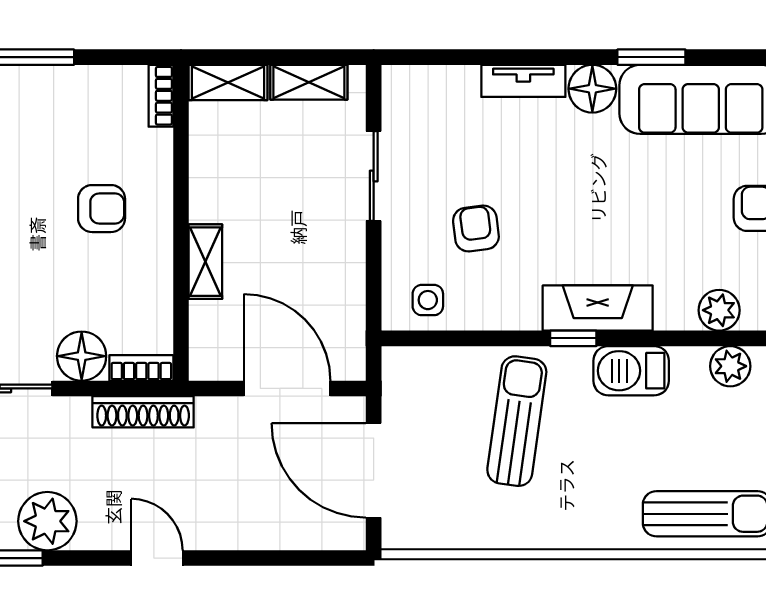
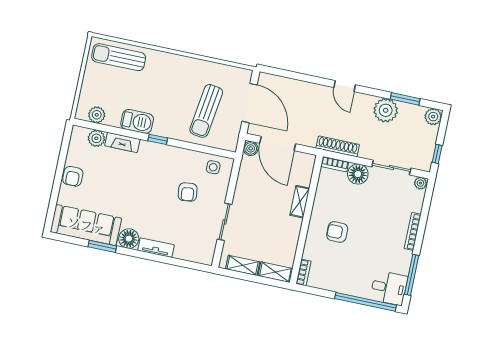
fireplace: (598, 308) -> (122, 142), moved, width x0.73, depth x0.76
boiler: (348, 363) -> (251, 148), added
sun lounger: (517, 421) -> (206, 111), moved

